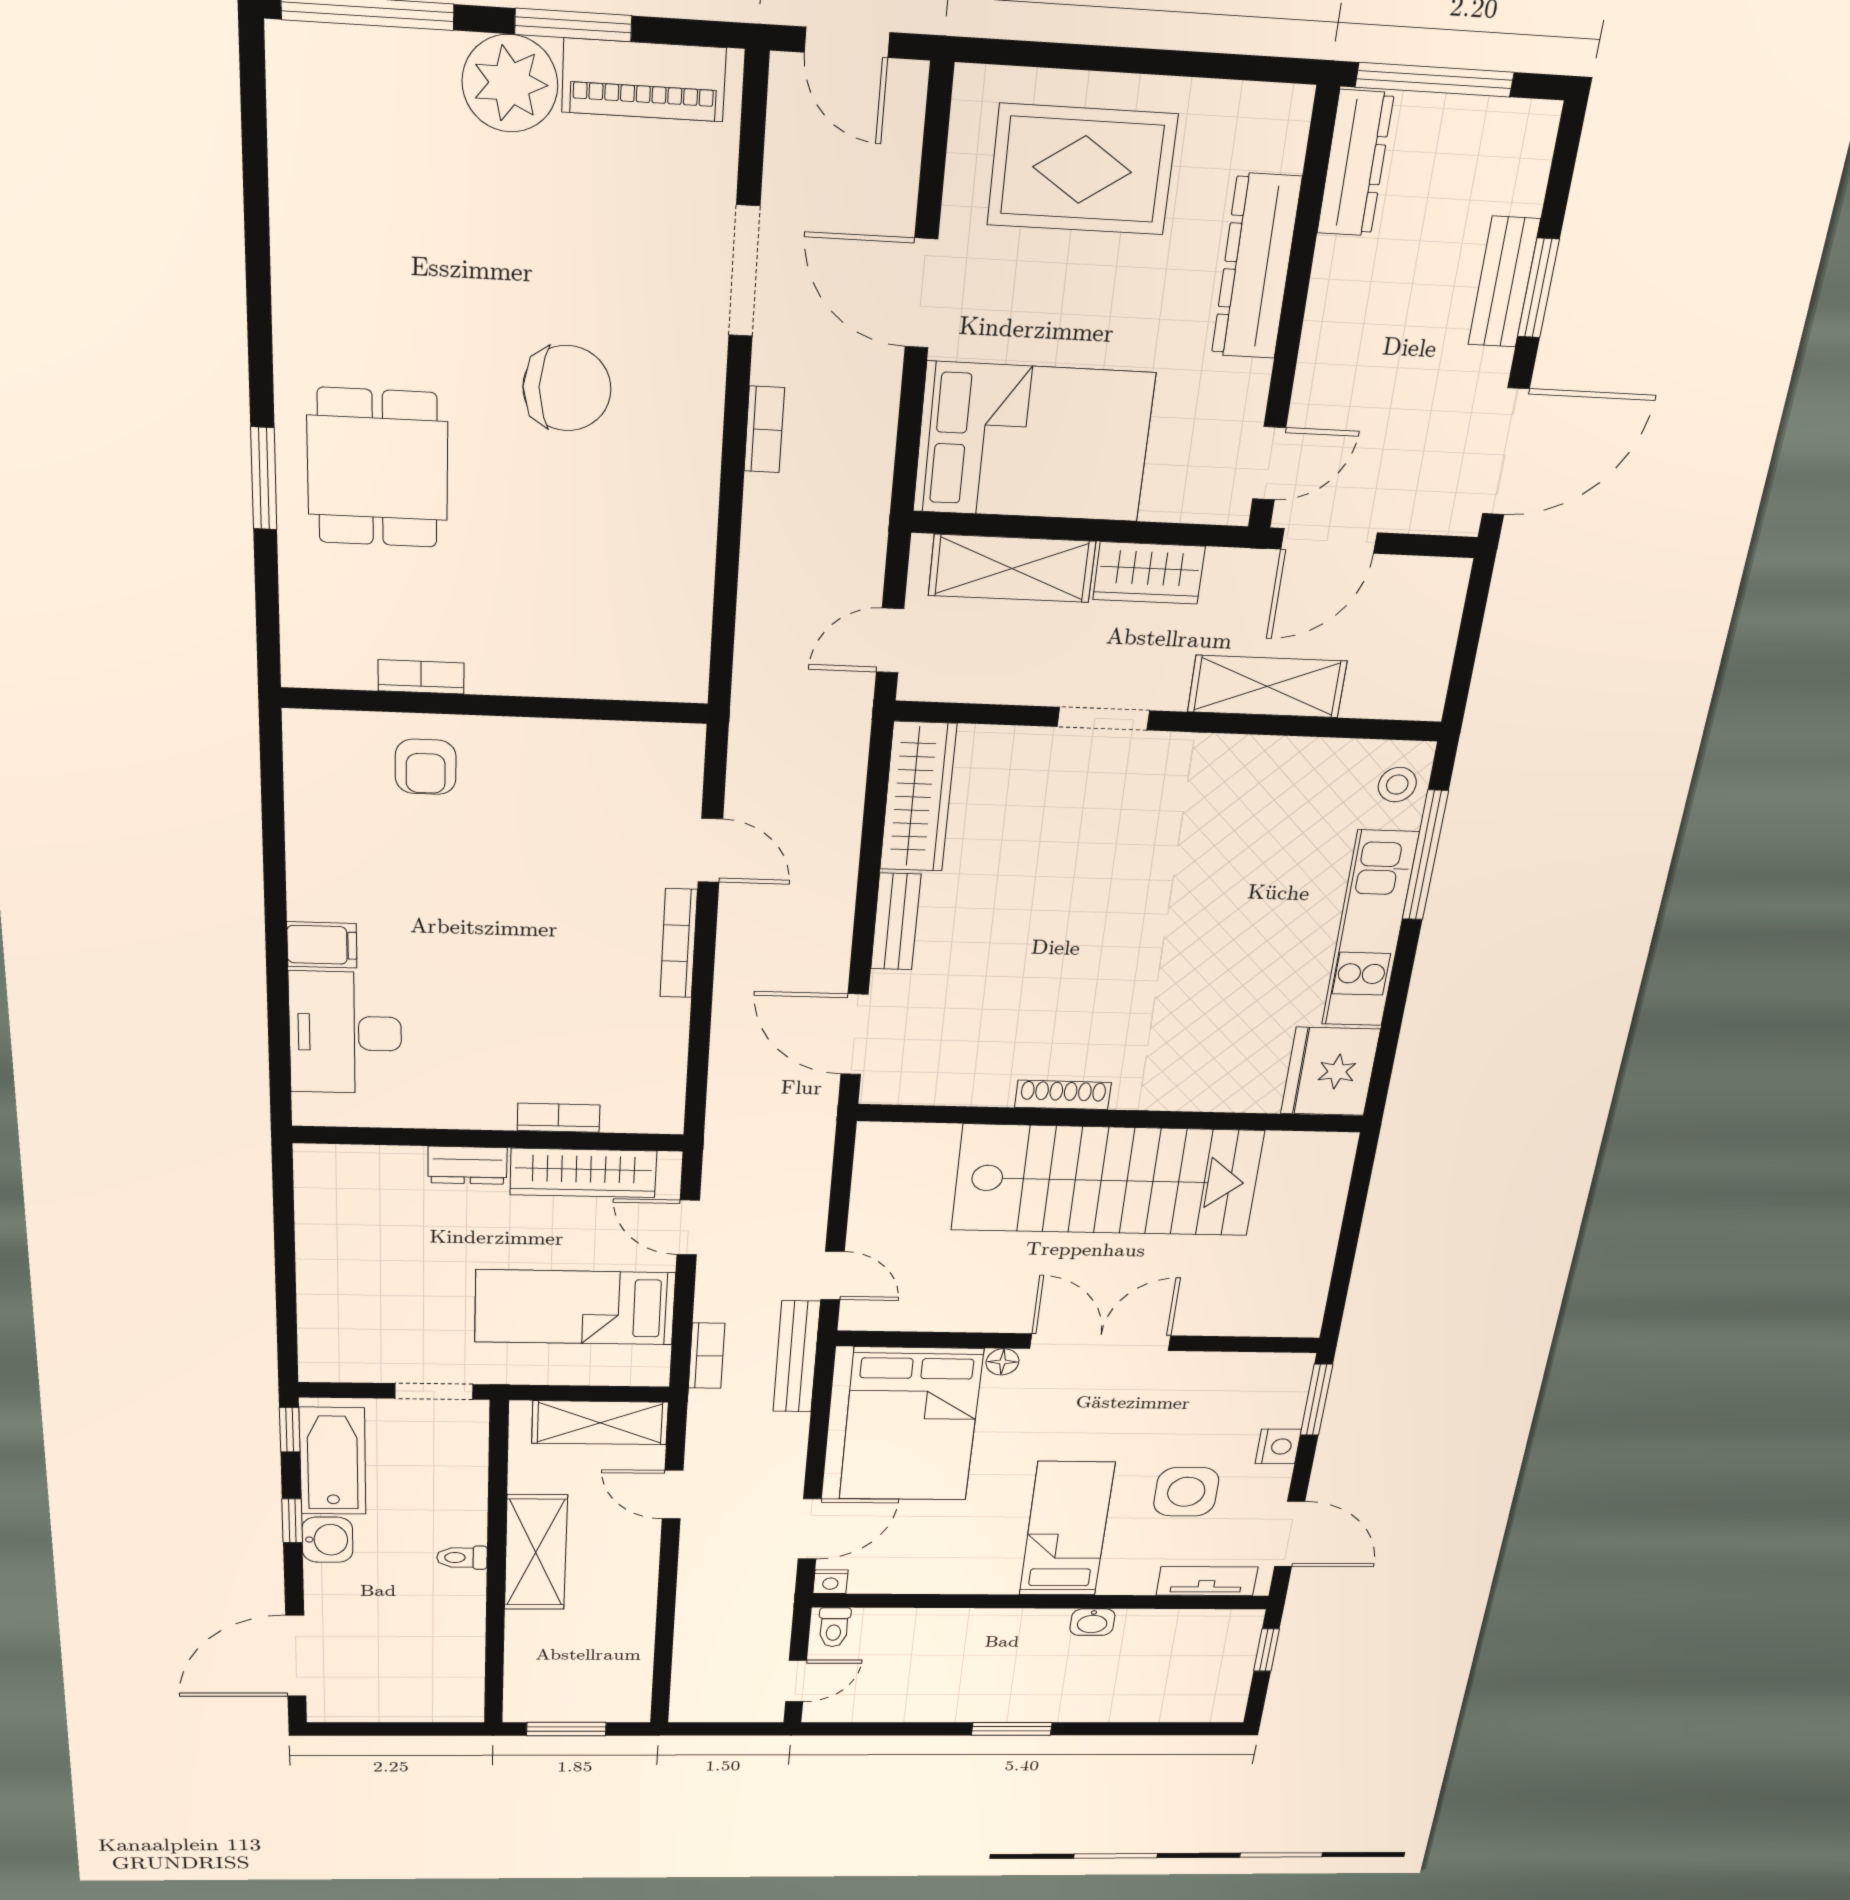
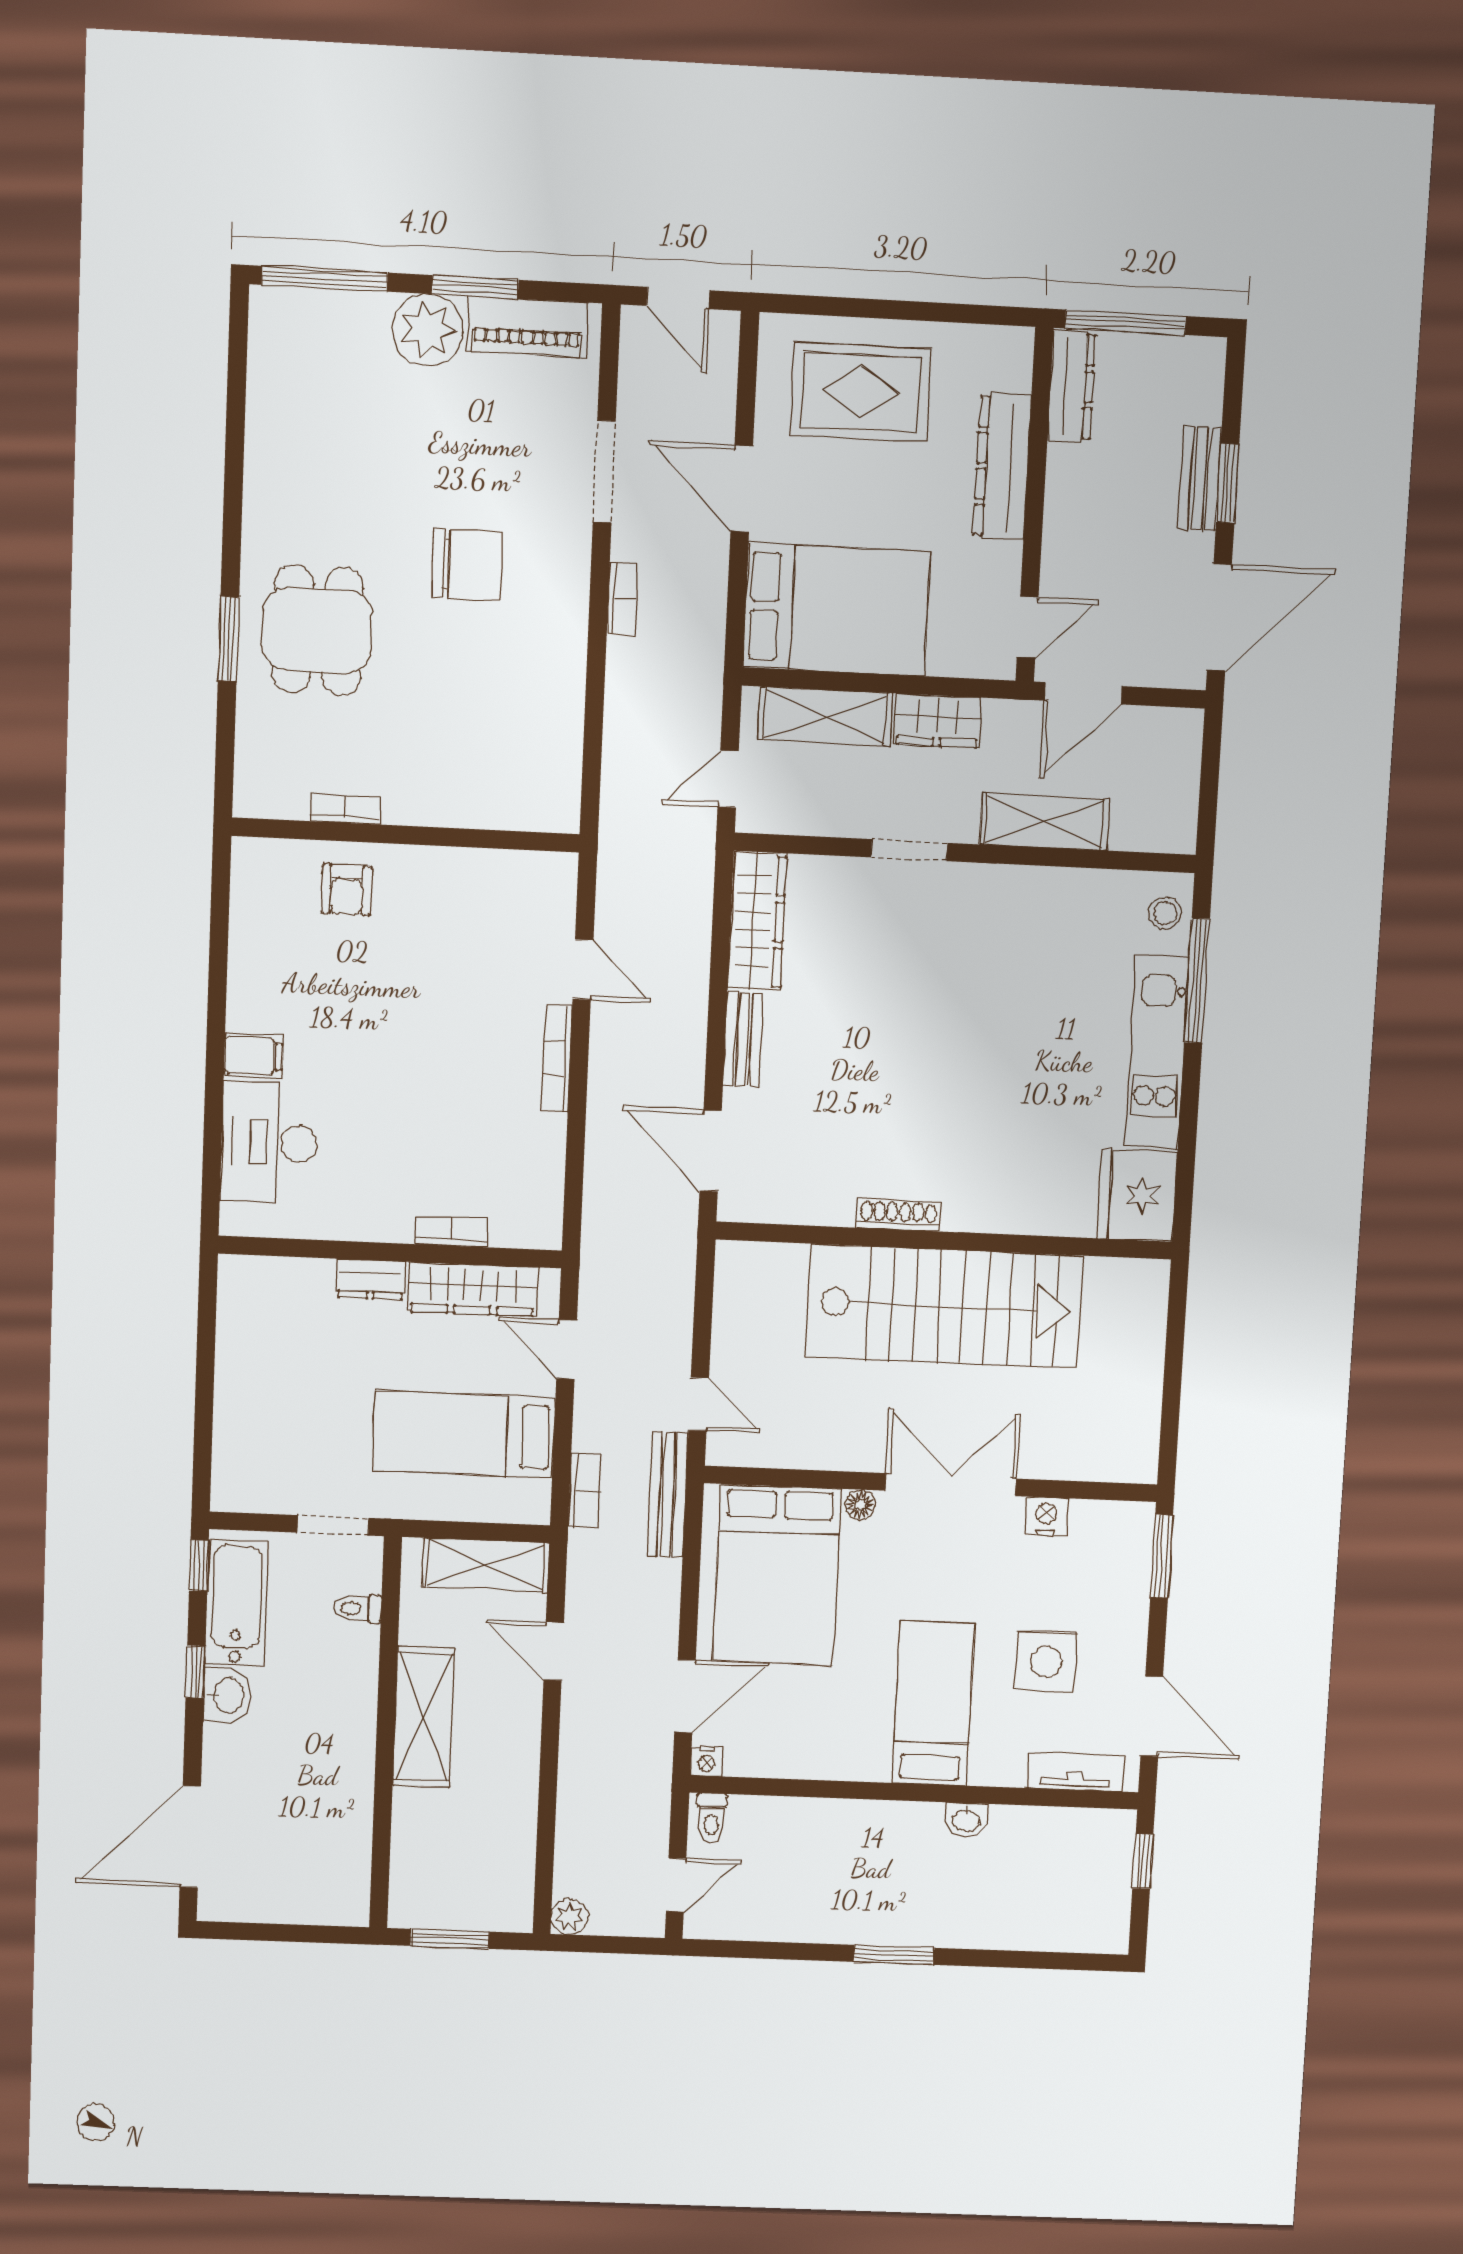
nightstand: (1278, 1446) -> (1046, 1516), moved, turned -90
toilet: (462, 1558) -> (357, 1608), moved
plant: (687, 1709) -> (569, 1917), added

